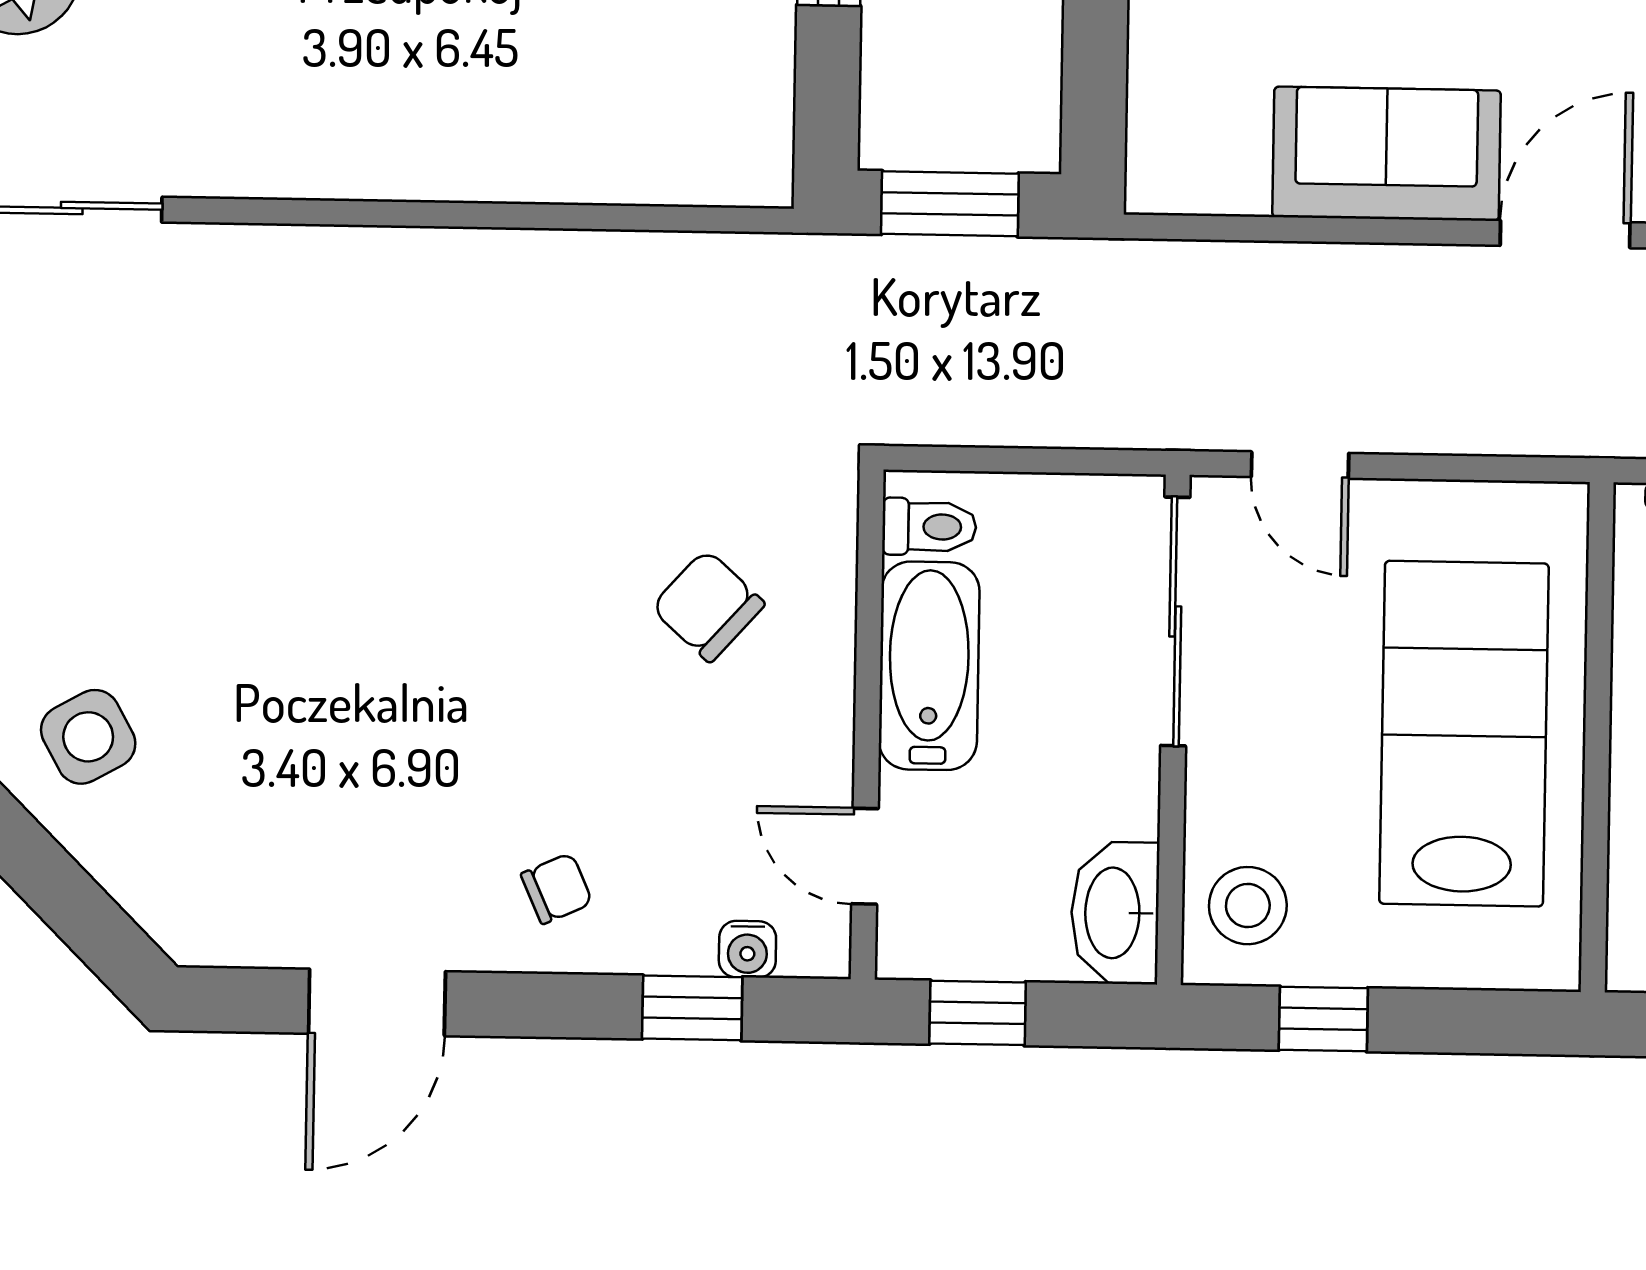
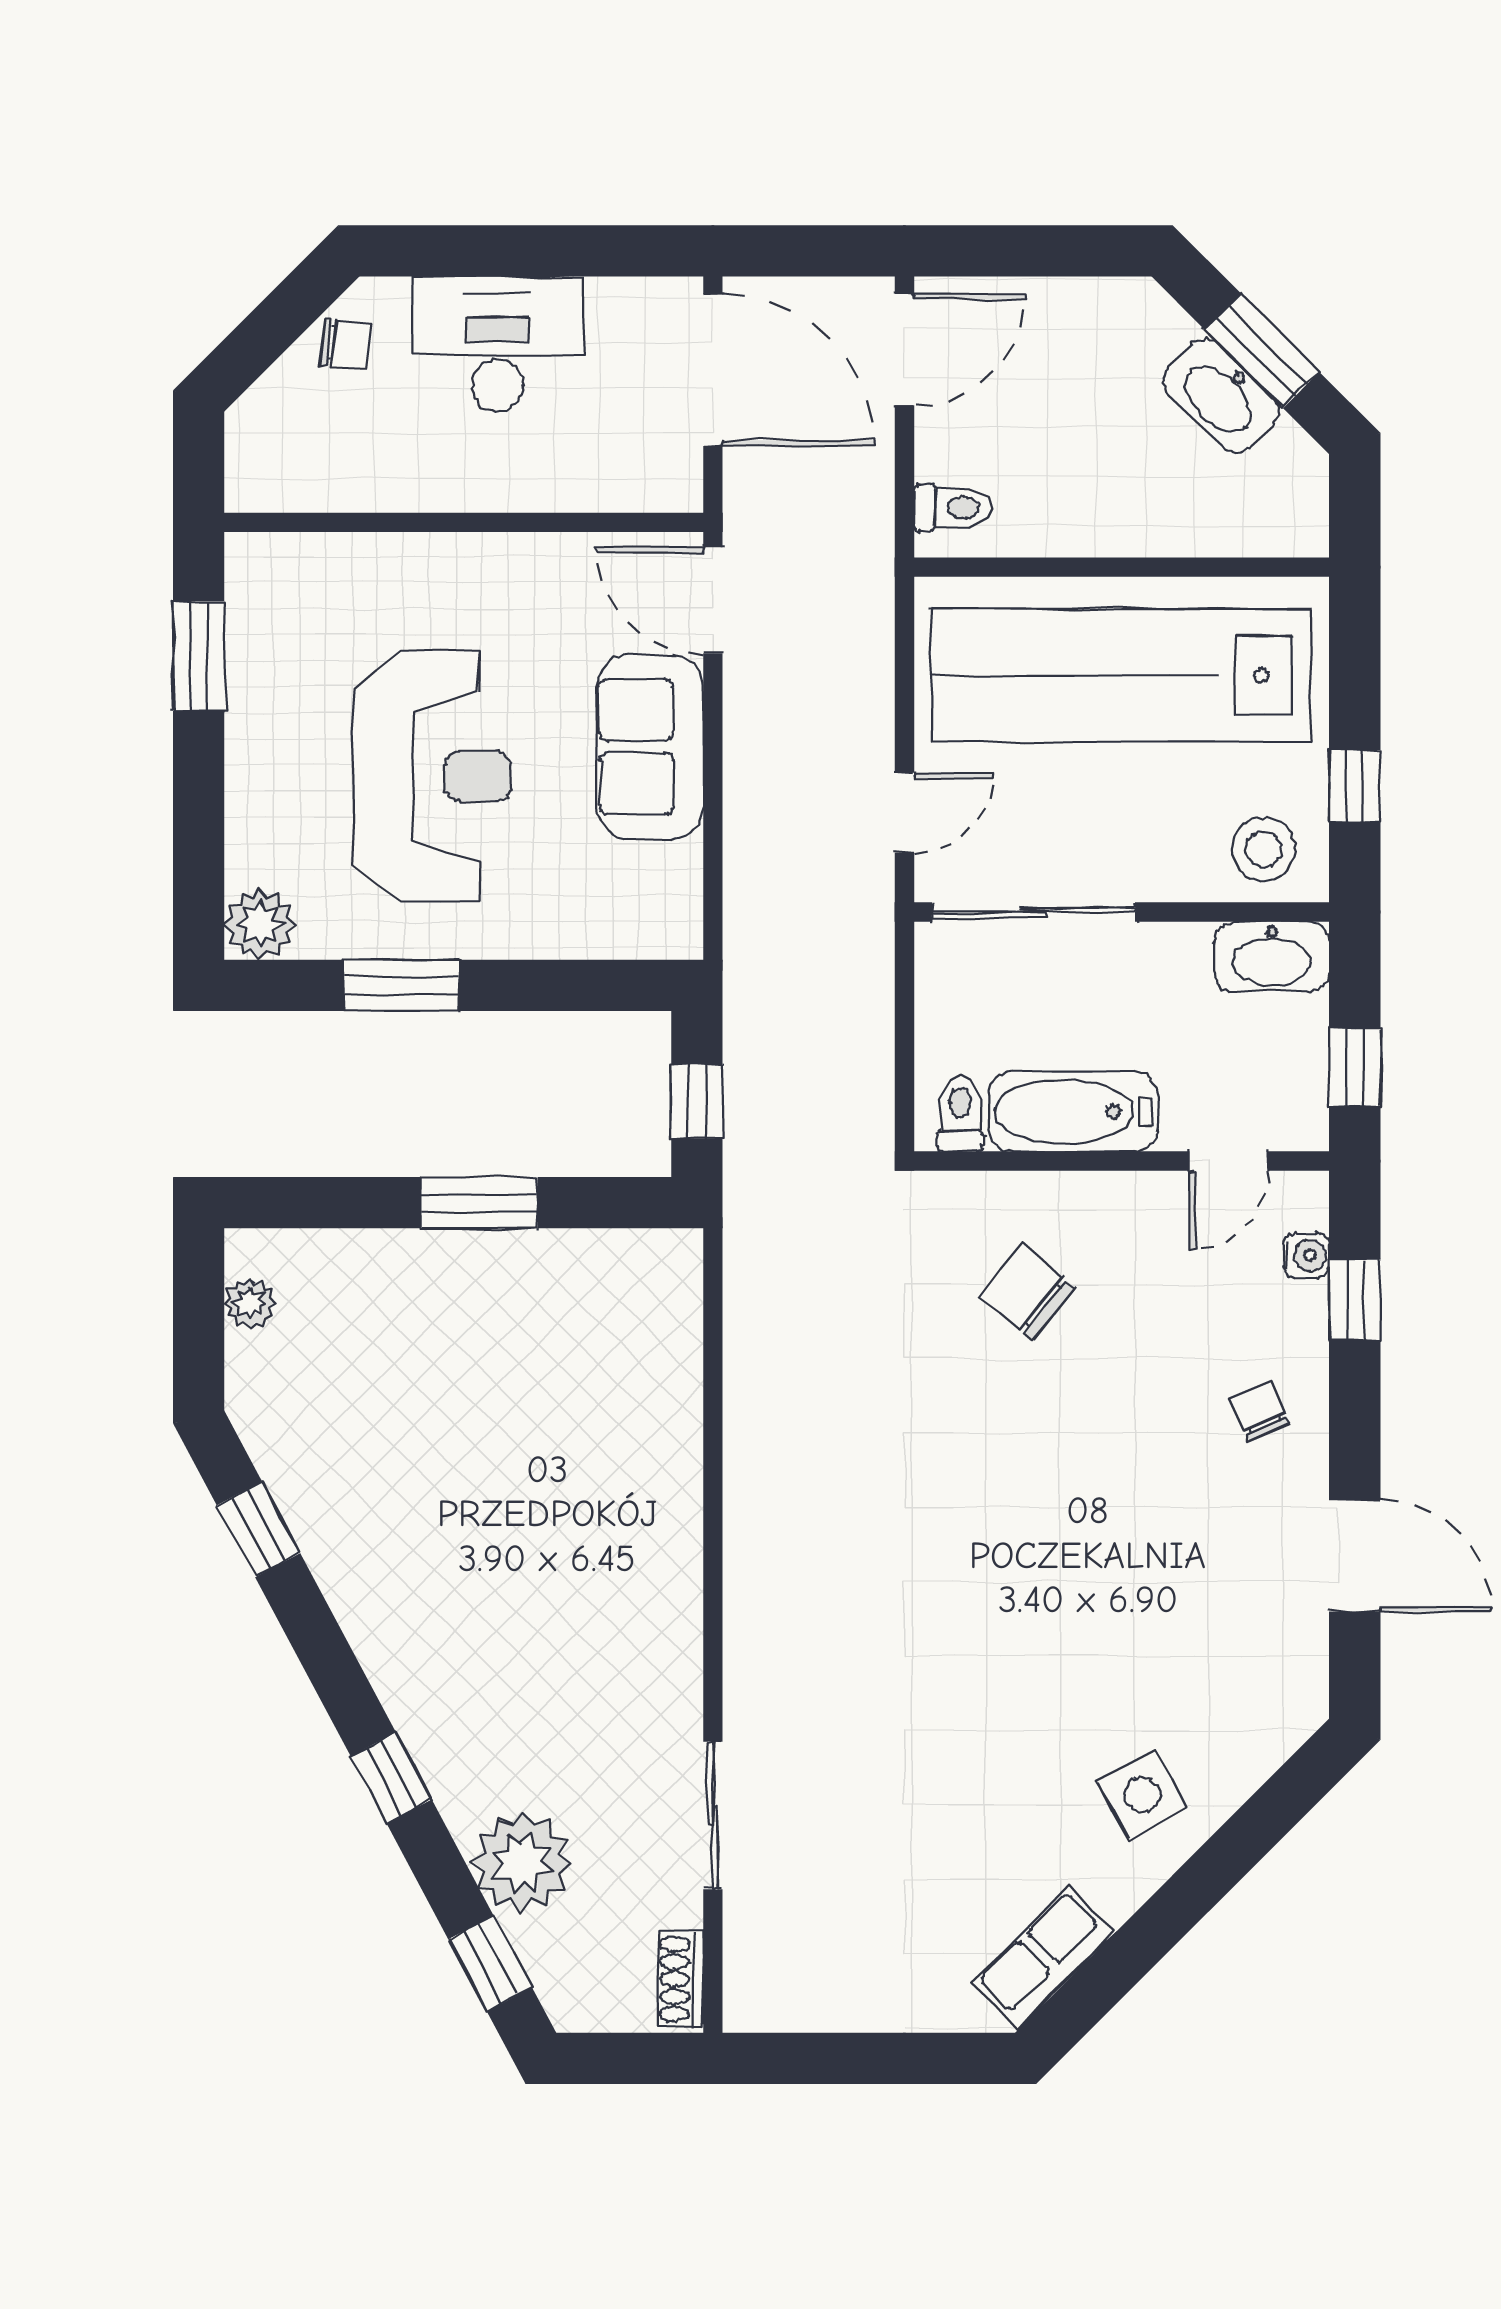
window: (950, 204) -> (697, 1101), width x0.67
chair: (708, 606) -> (1027, 1292), turned 87
lab bench: (1464, 734) -> (1121, 675), width x1.36

